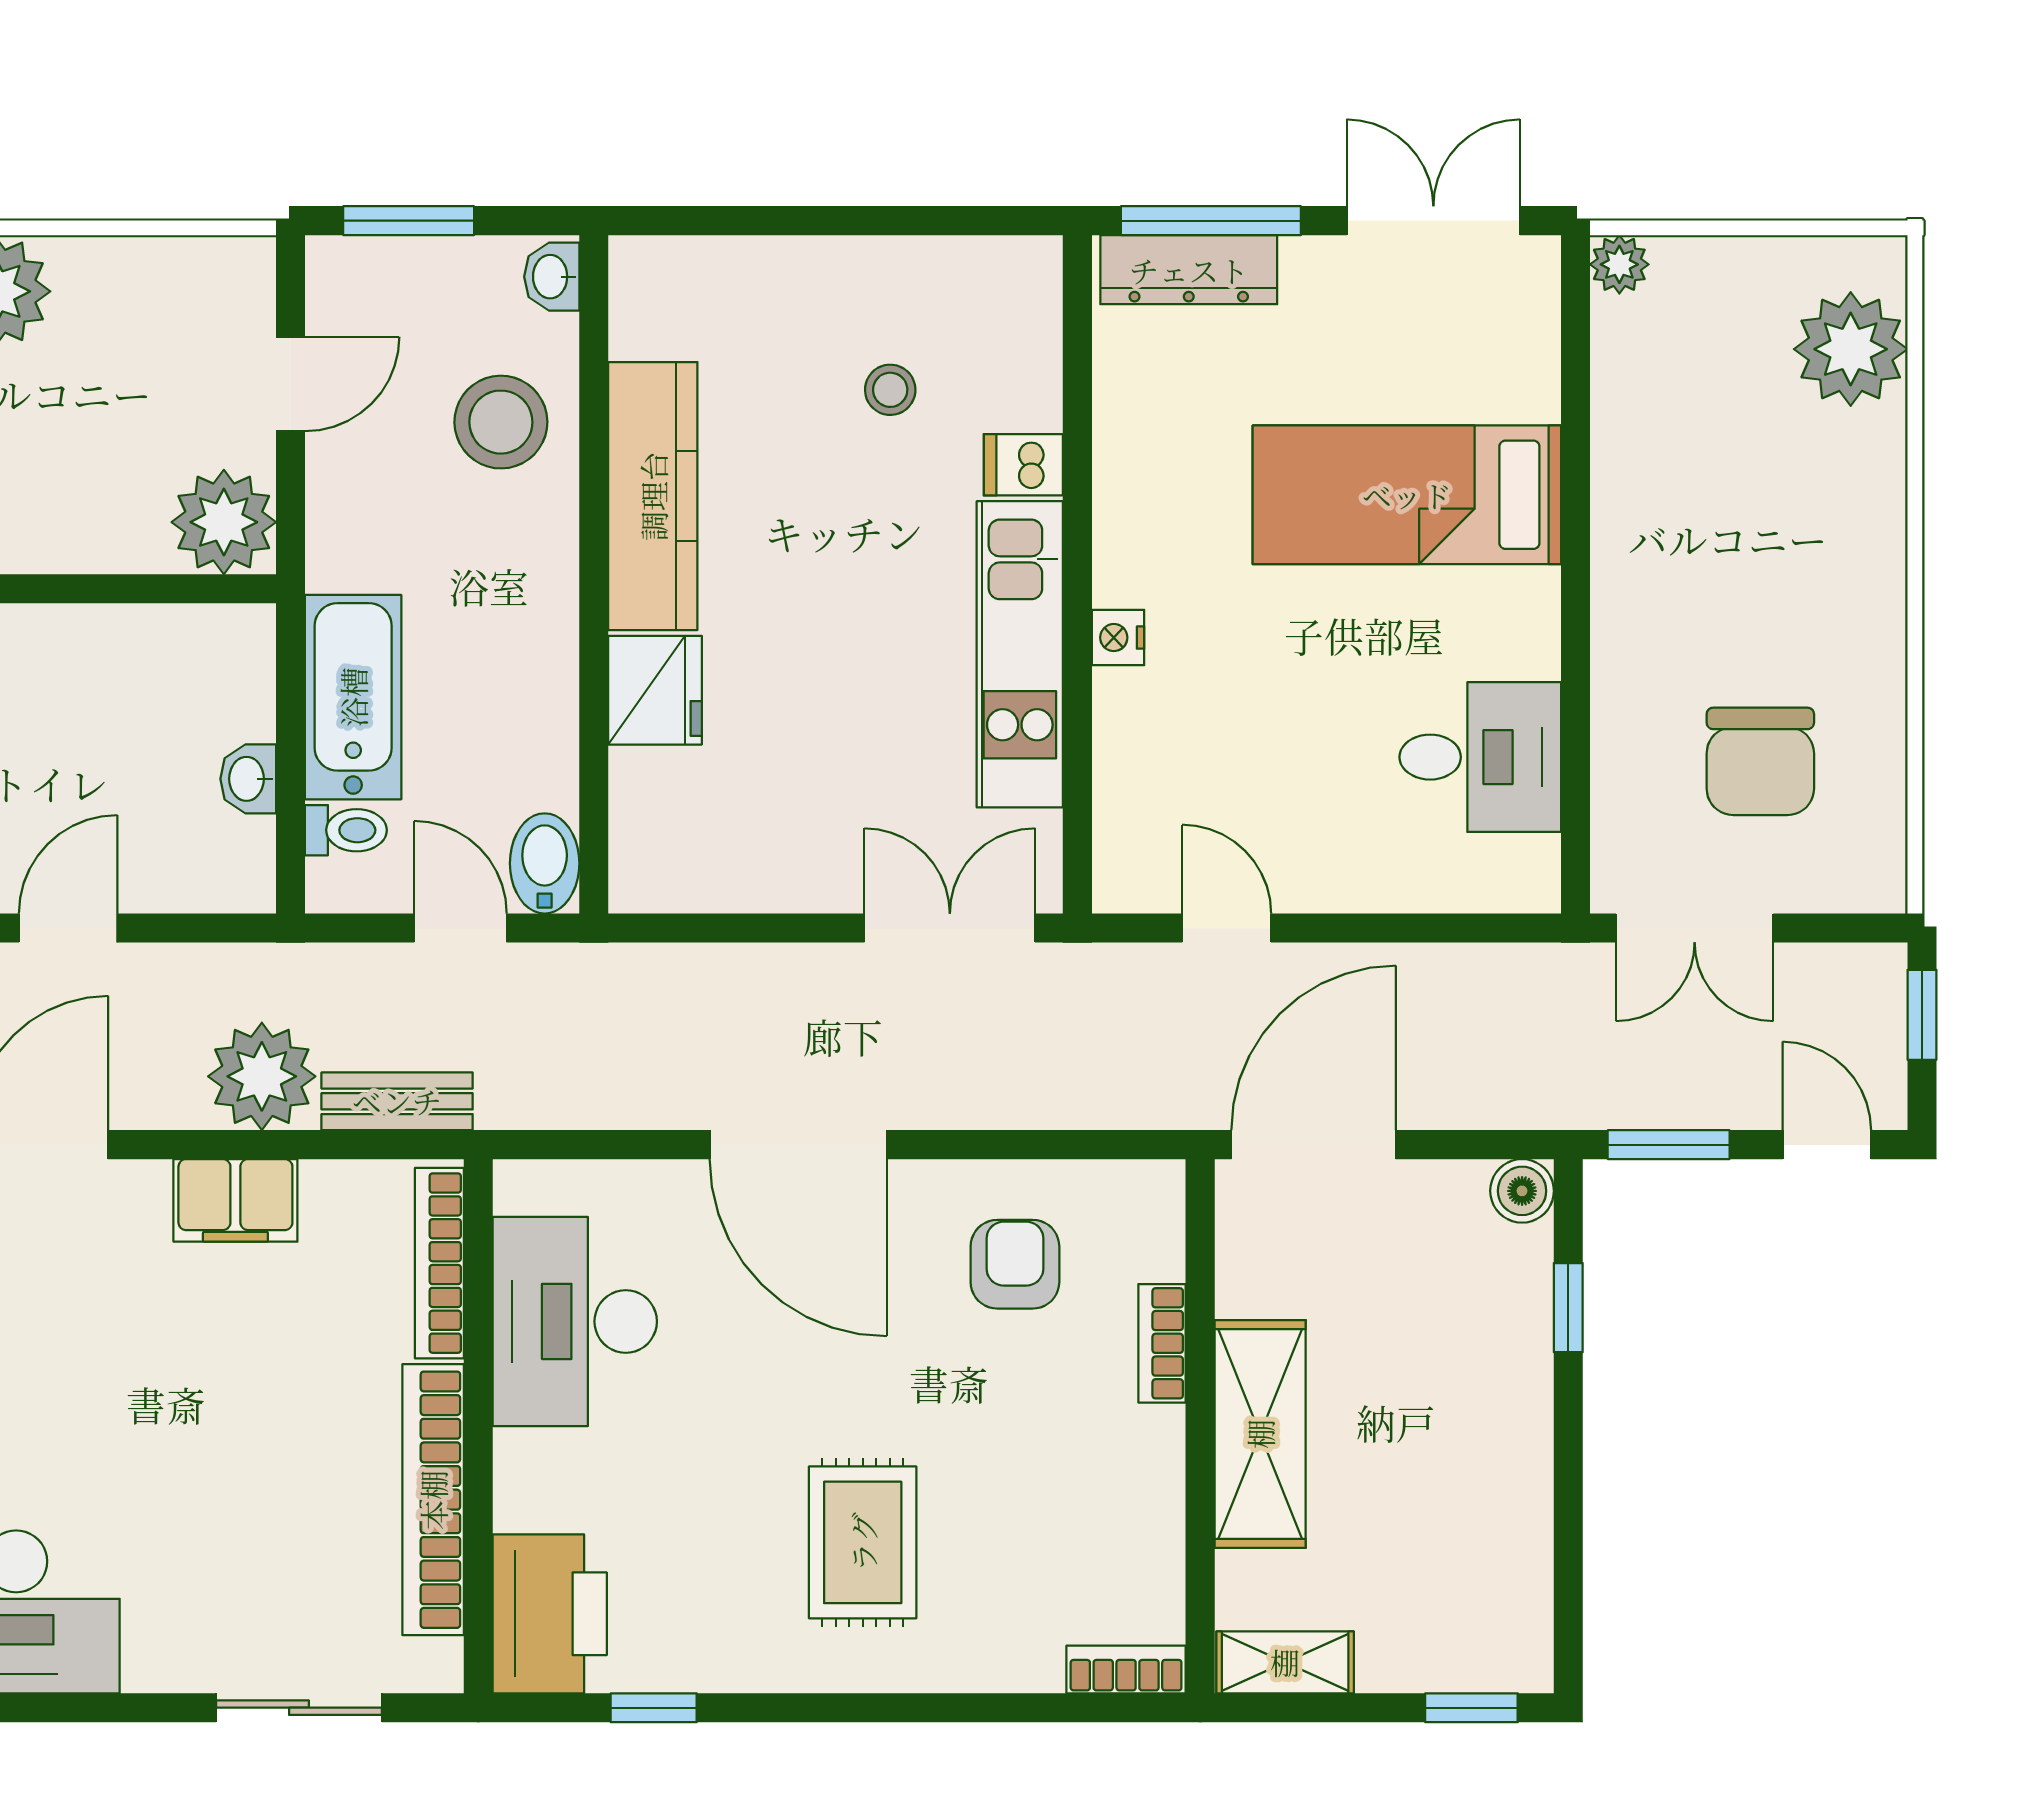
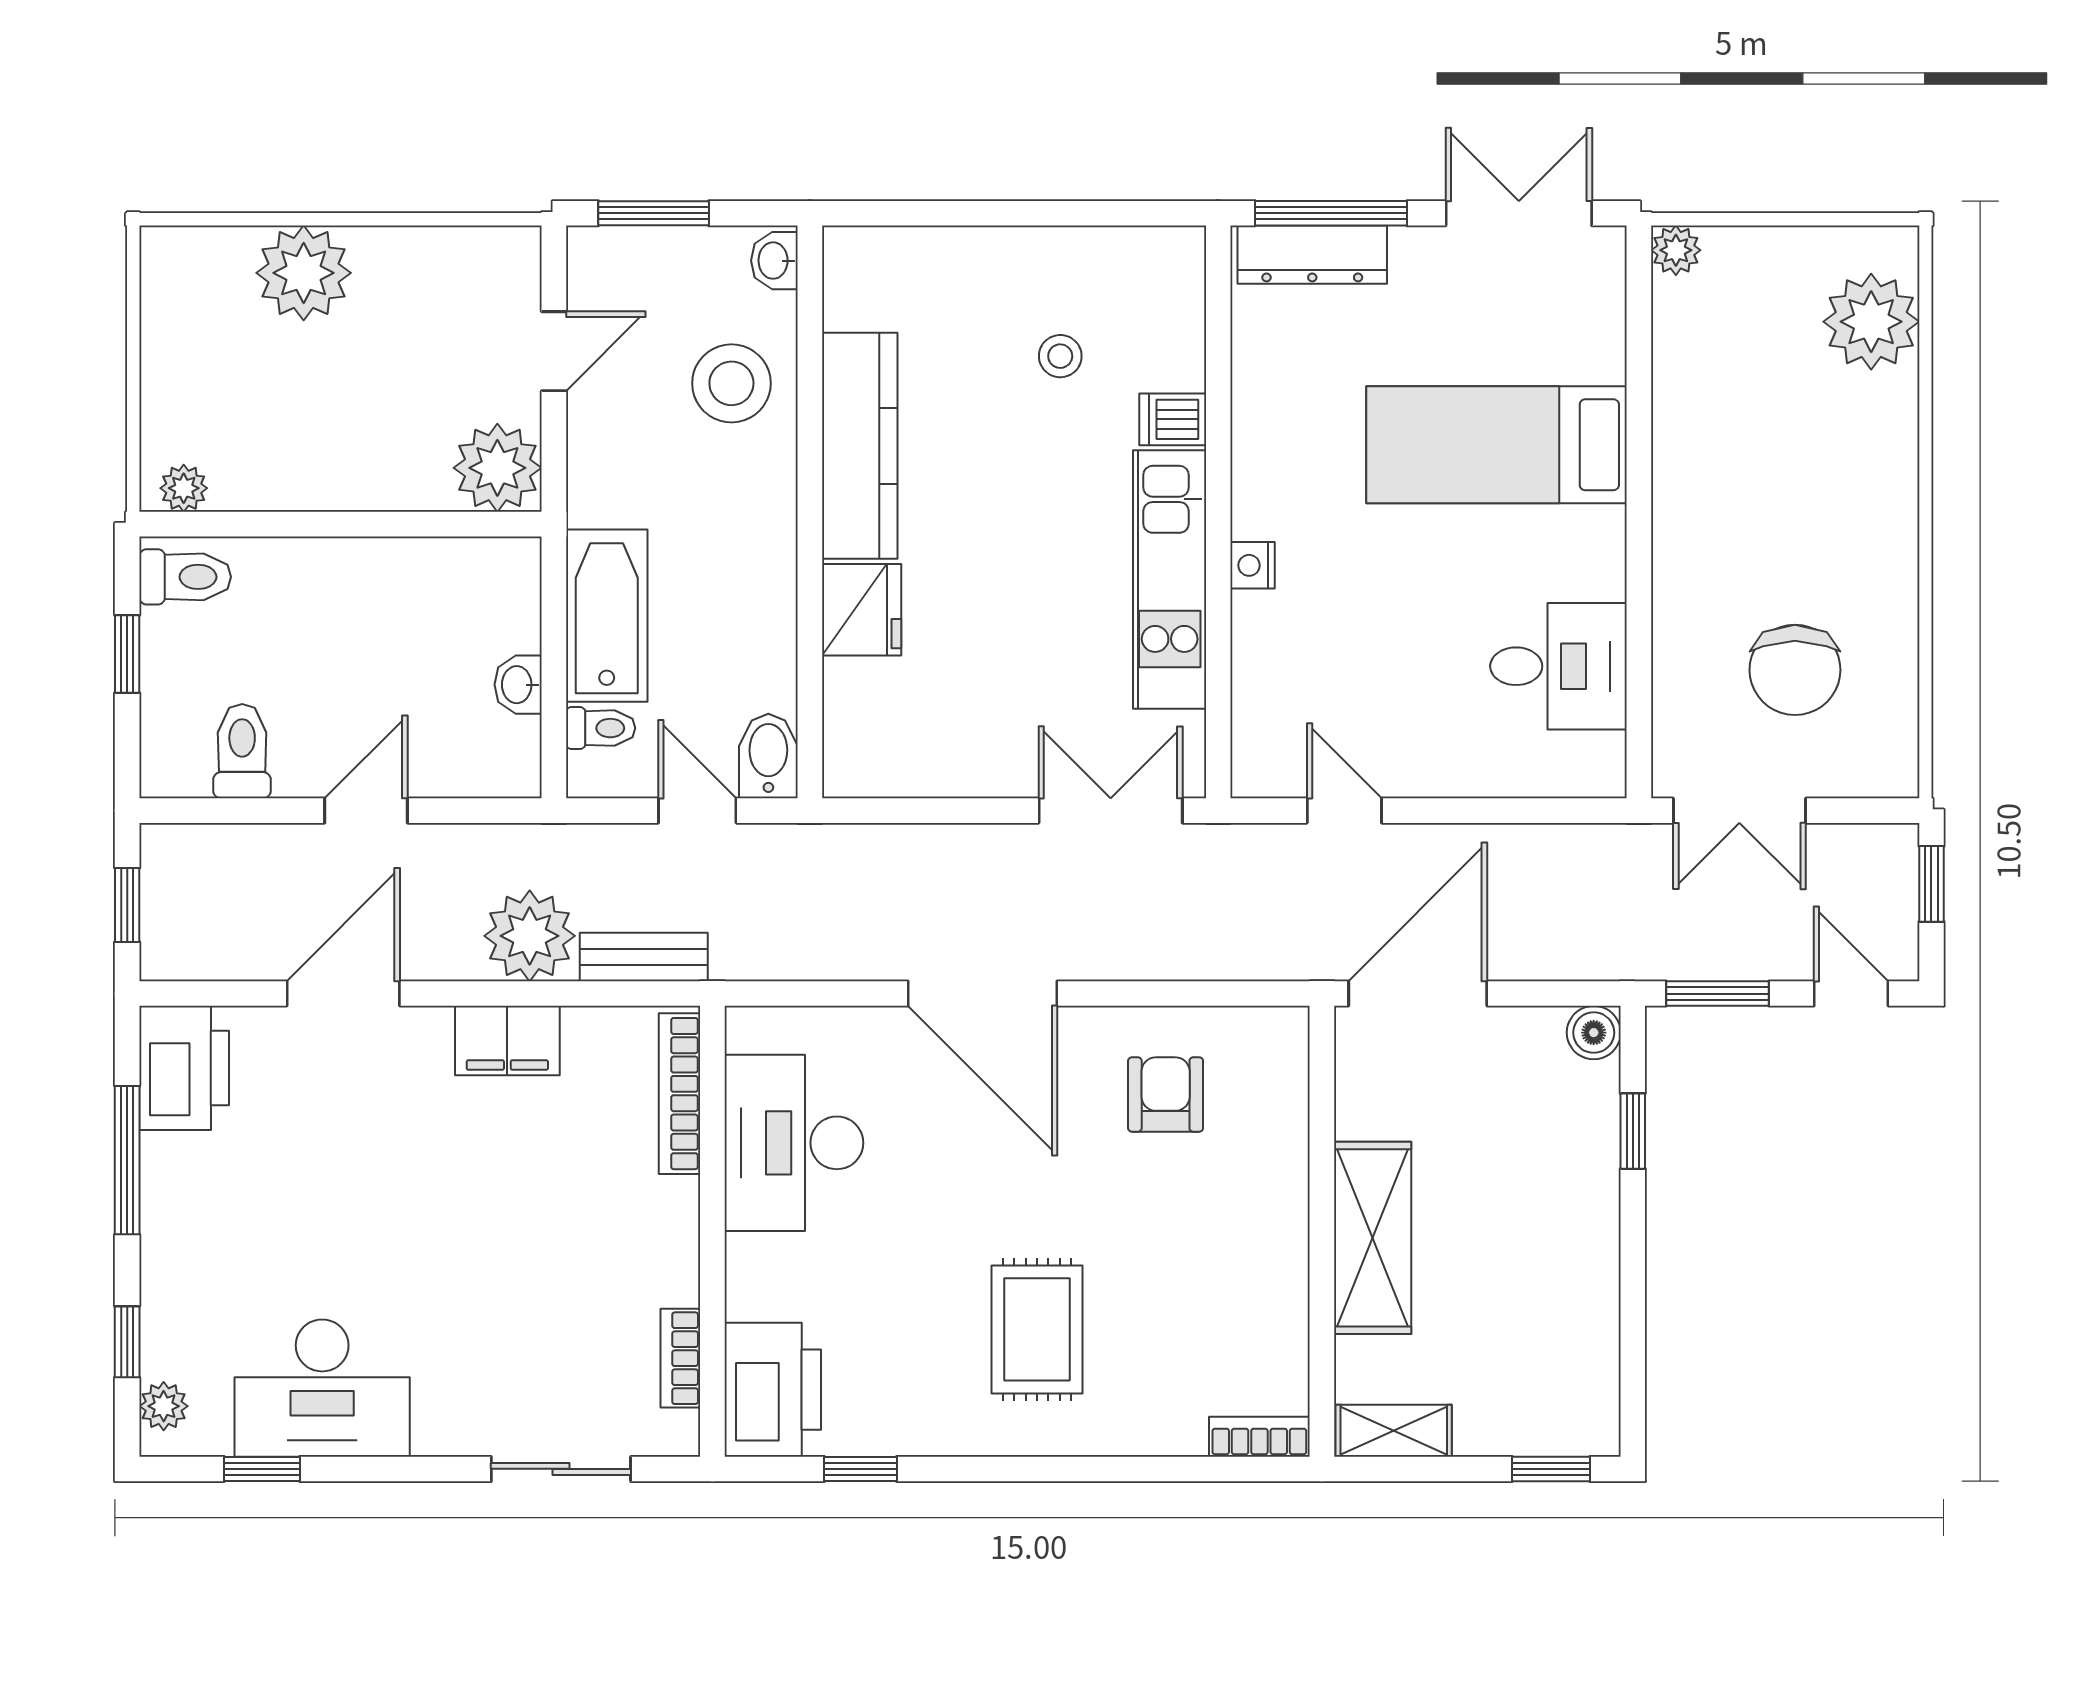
bookcase: (1162, 1343) -> (1290, 1161), removed
bookcase: (433, 1500) -> (680, 1358), width x0.43, depth x0.76

